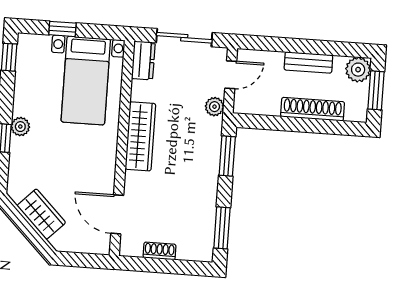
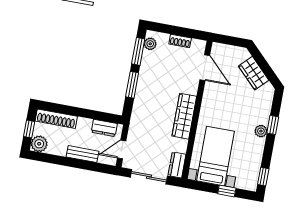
bench: (308, 63) -> (83, 154), moved
window: (376, 90) -> (29, 129), width x0.67
dresser: (261, 105) -> (104, 128), added
plant: (214, 107) -> (150, 44), moved
shoe rack: (313, 109) -> (56, 119), moved
window: (227, 156) -> (132, 85), moved

